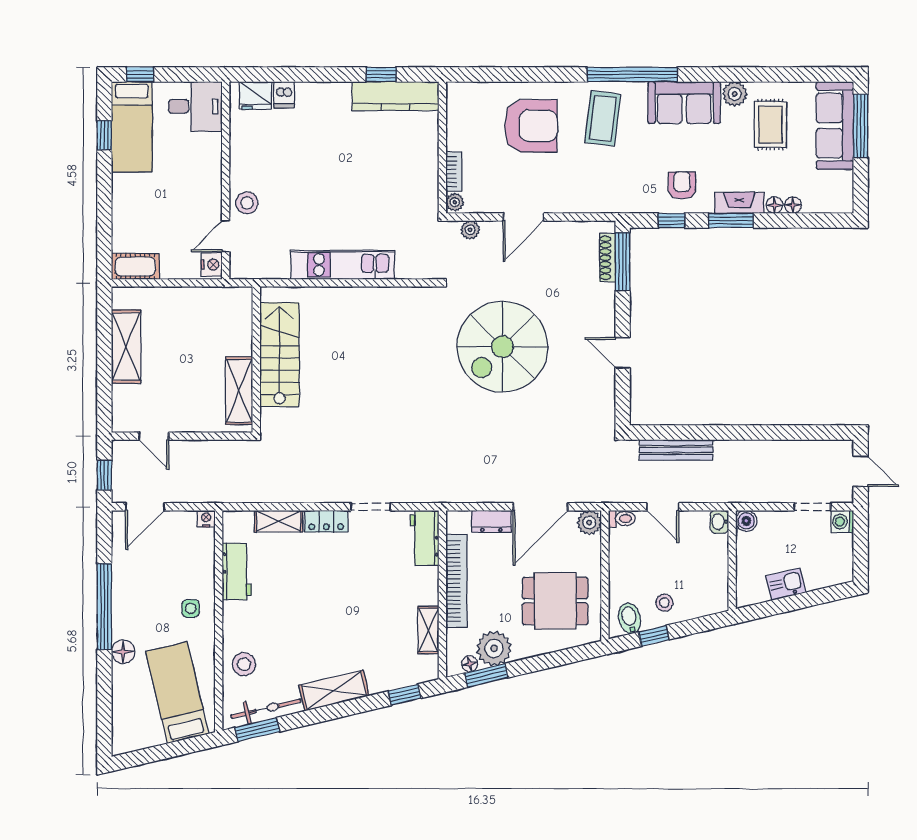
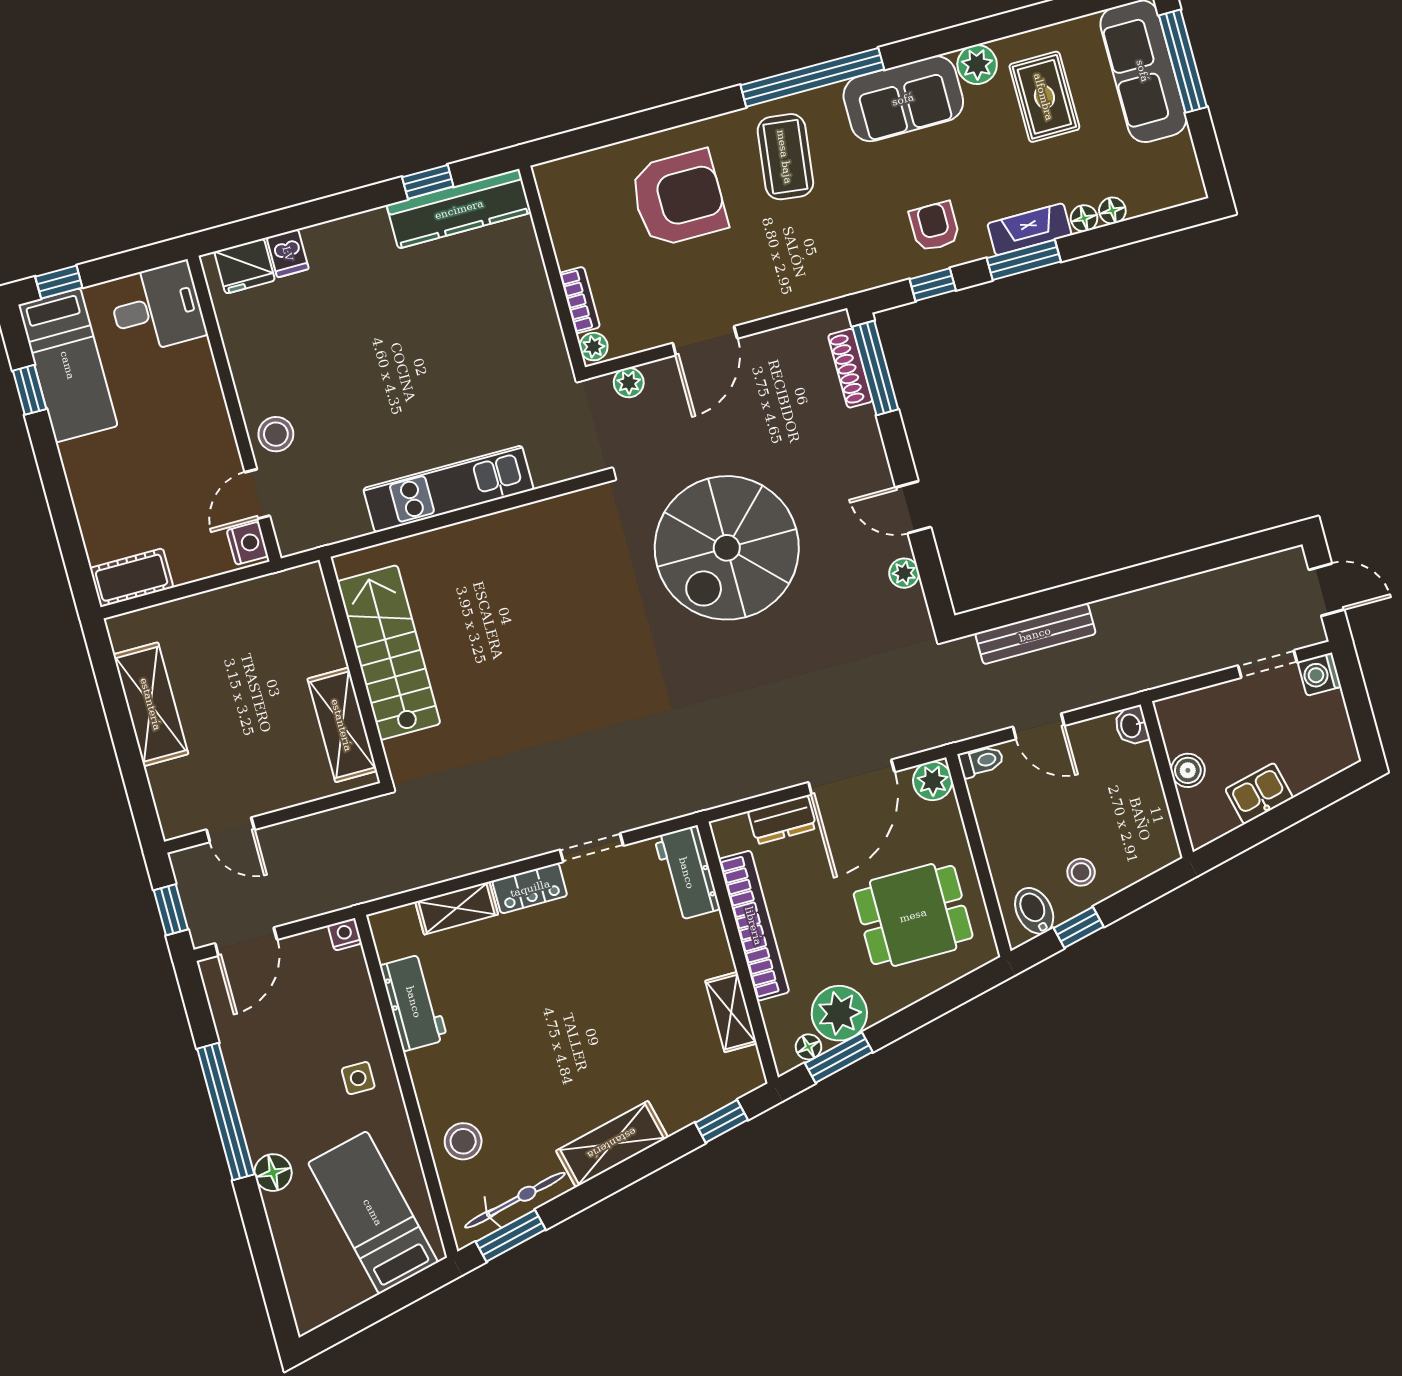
plant: (606, 391) -> (904, 573), added
boiler: (746, 521) -> (1188, 770), moved

